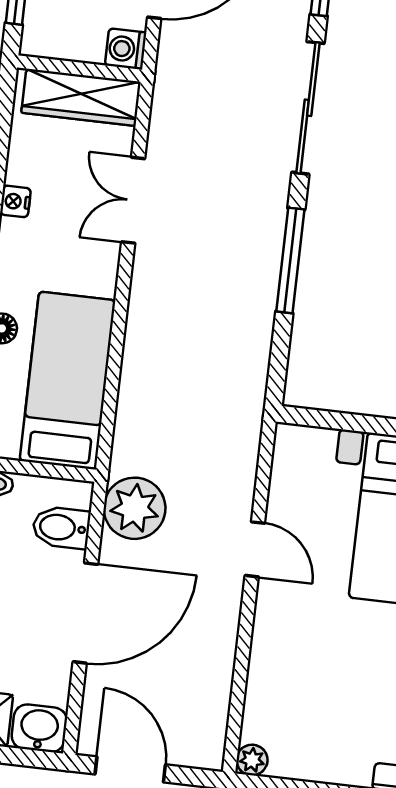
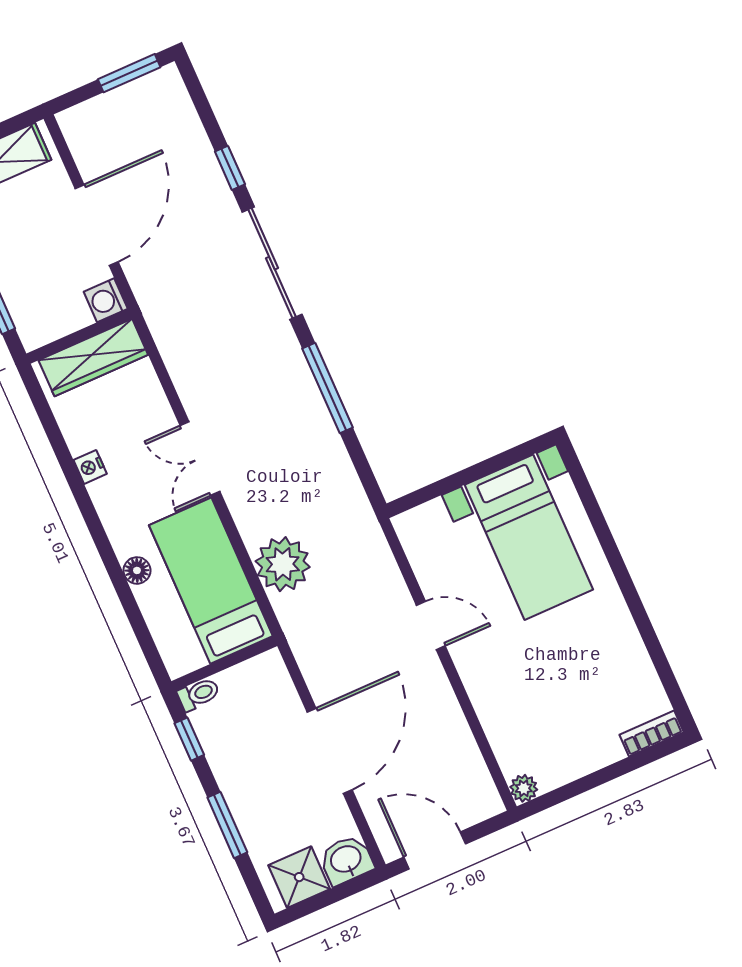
double door: (133, 200) -> (200, 459), moved
plant: (135, 508) -> (283, 564), moved
bidet: (61, 528) -> (273, 696), removed

